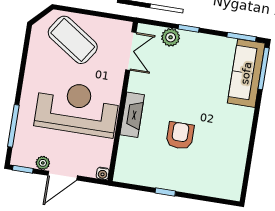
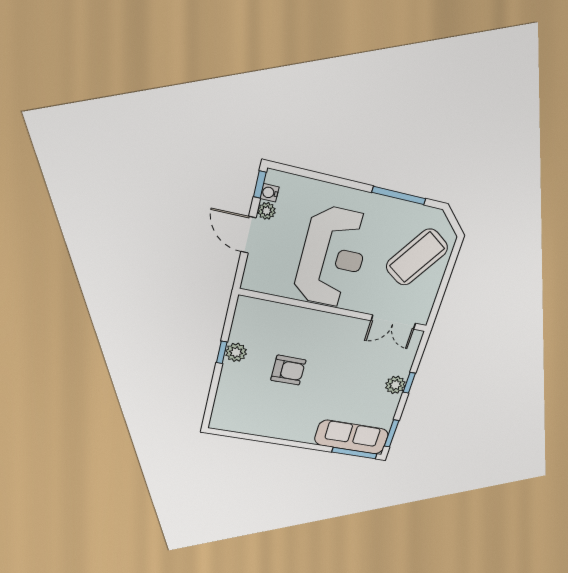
plant: (171, 37) -> (395, 385), moved
fireplace: (132, 115) -> (318, 320), removed
window: (13, 126) -> (399, 195), moved
water cooler: (103, 173) -> (270, 193), moved
plant: (165, 180) -> (236, 352), added

